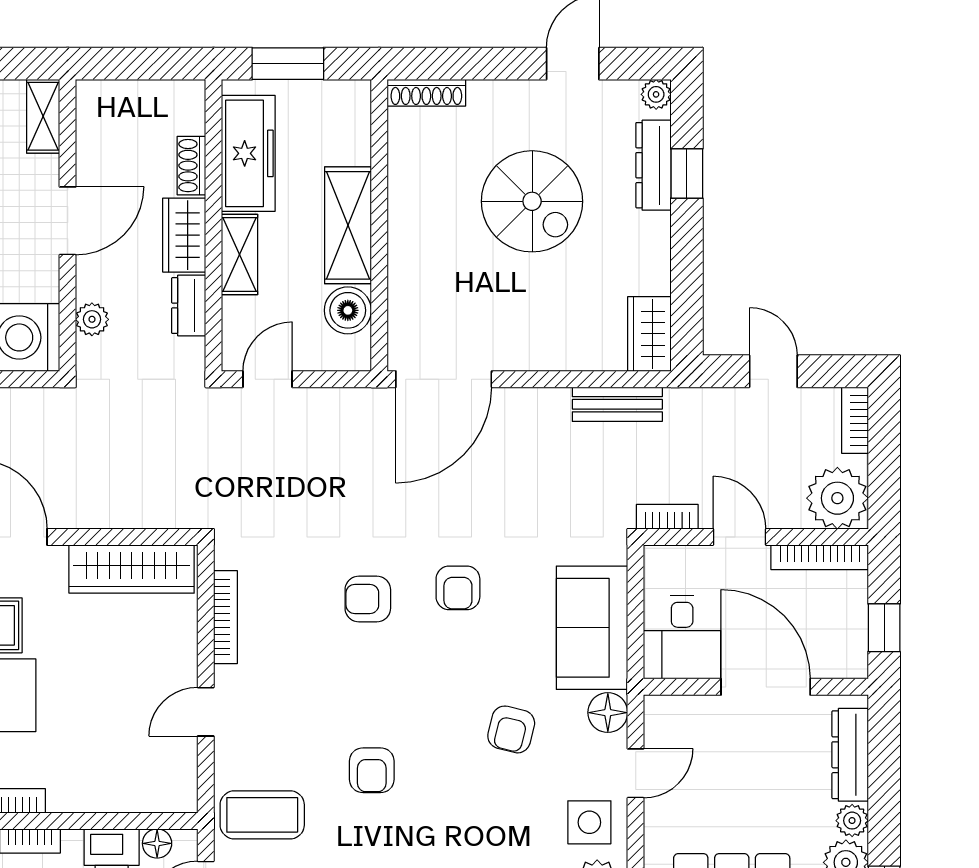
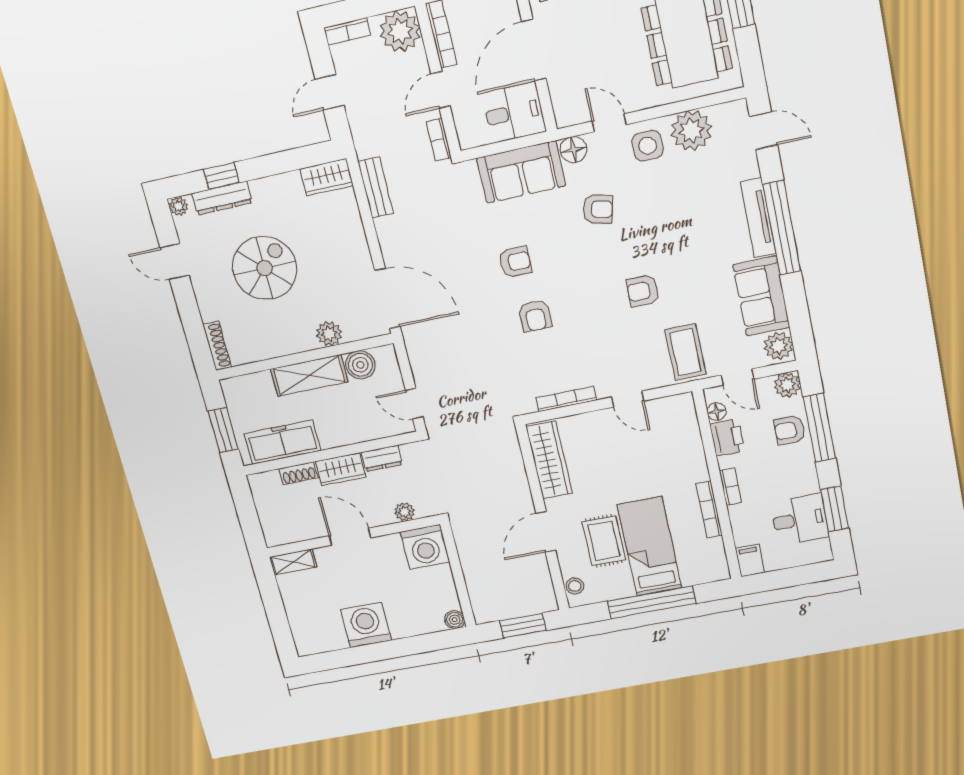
shelving: (239, 255) -> (344, 435), removed
plant: (408, 274) -> (329, 334), added
armchair: (372, 770) -> (643, 291), turned 180

